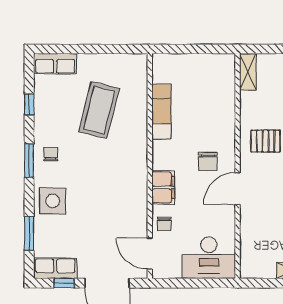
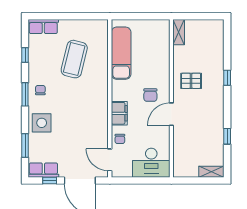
exam couch: (162, 112) -> (121, 53), width x1.36, depth x1.45

